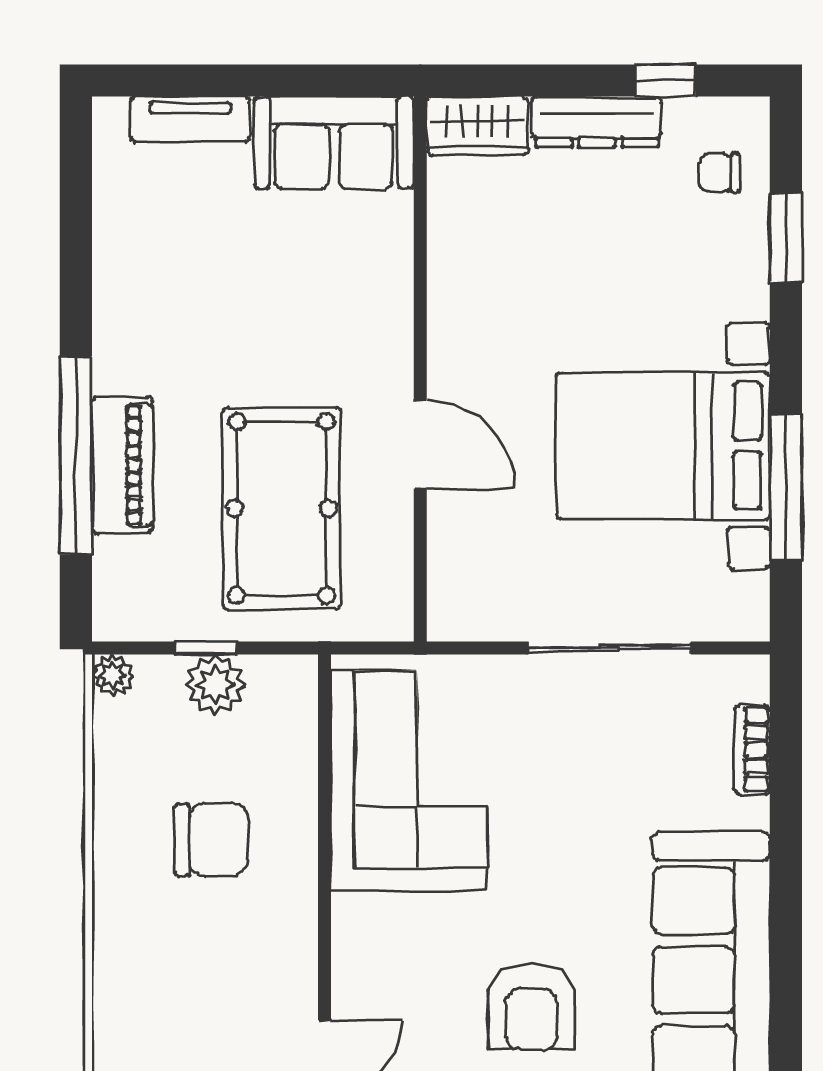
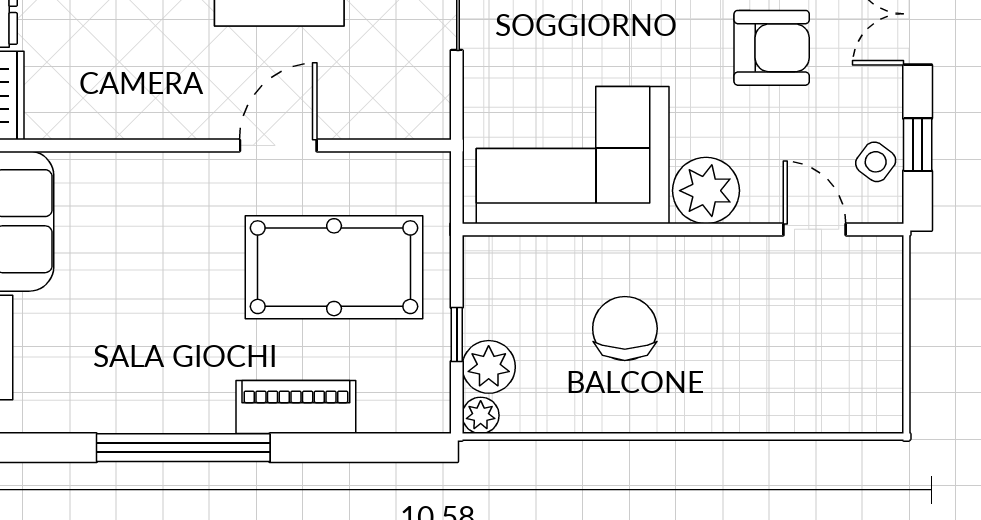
window: (76, 455) -> (183, 448), moved
plant: (215, 685) -> (489, 367), moved
plant: (369, 932) -> (706, 191), added

